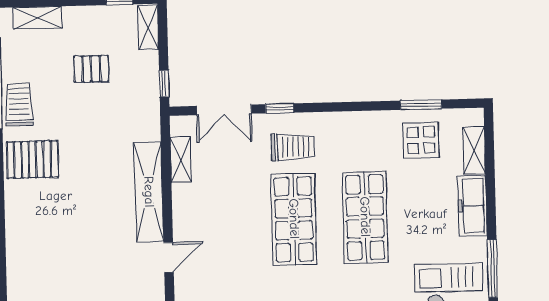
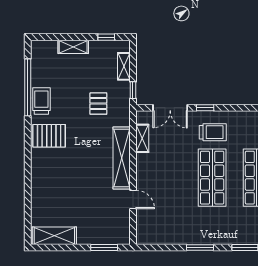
shelving: (38, 18) -> (73, 47), moved
shelving: (148, 27) -> (124, 66), moved
pallet: (91, 69) -> (98, 104), moved, turned 90
door: (169, 257) -> (133, 199), hinge flipped

